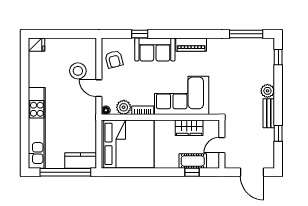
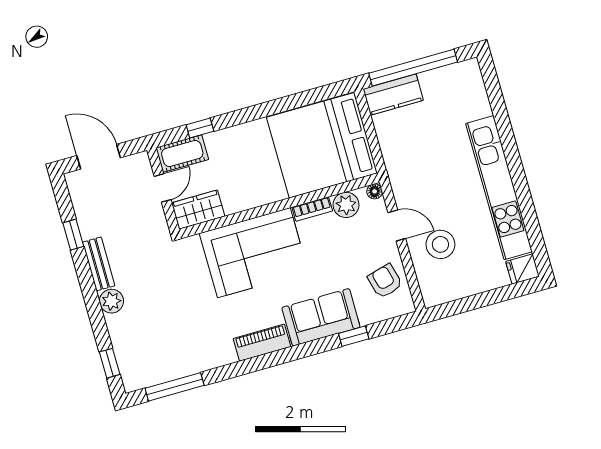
kitchen unit: (37, 128) -> (499, 188), moved
wardrobe: (189, 128) -> (198, 210), moved
cot: (193, 161) -> (182, 154), moved

